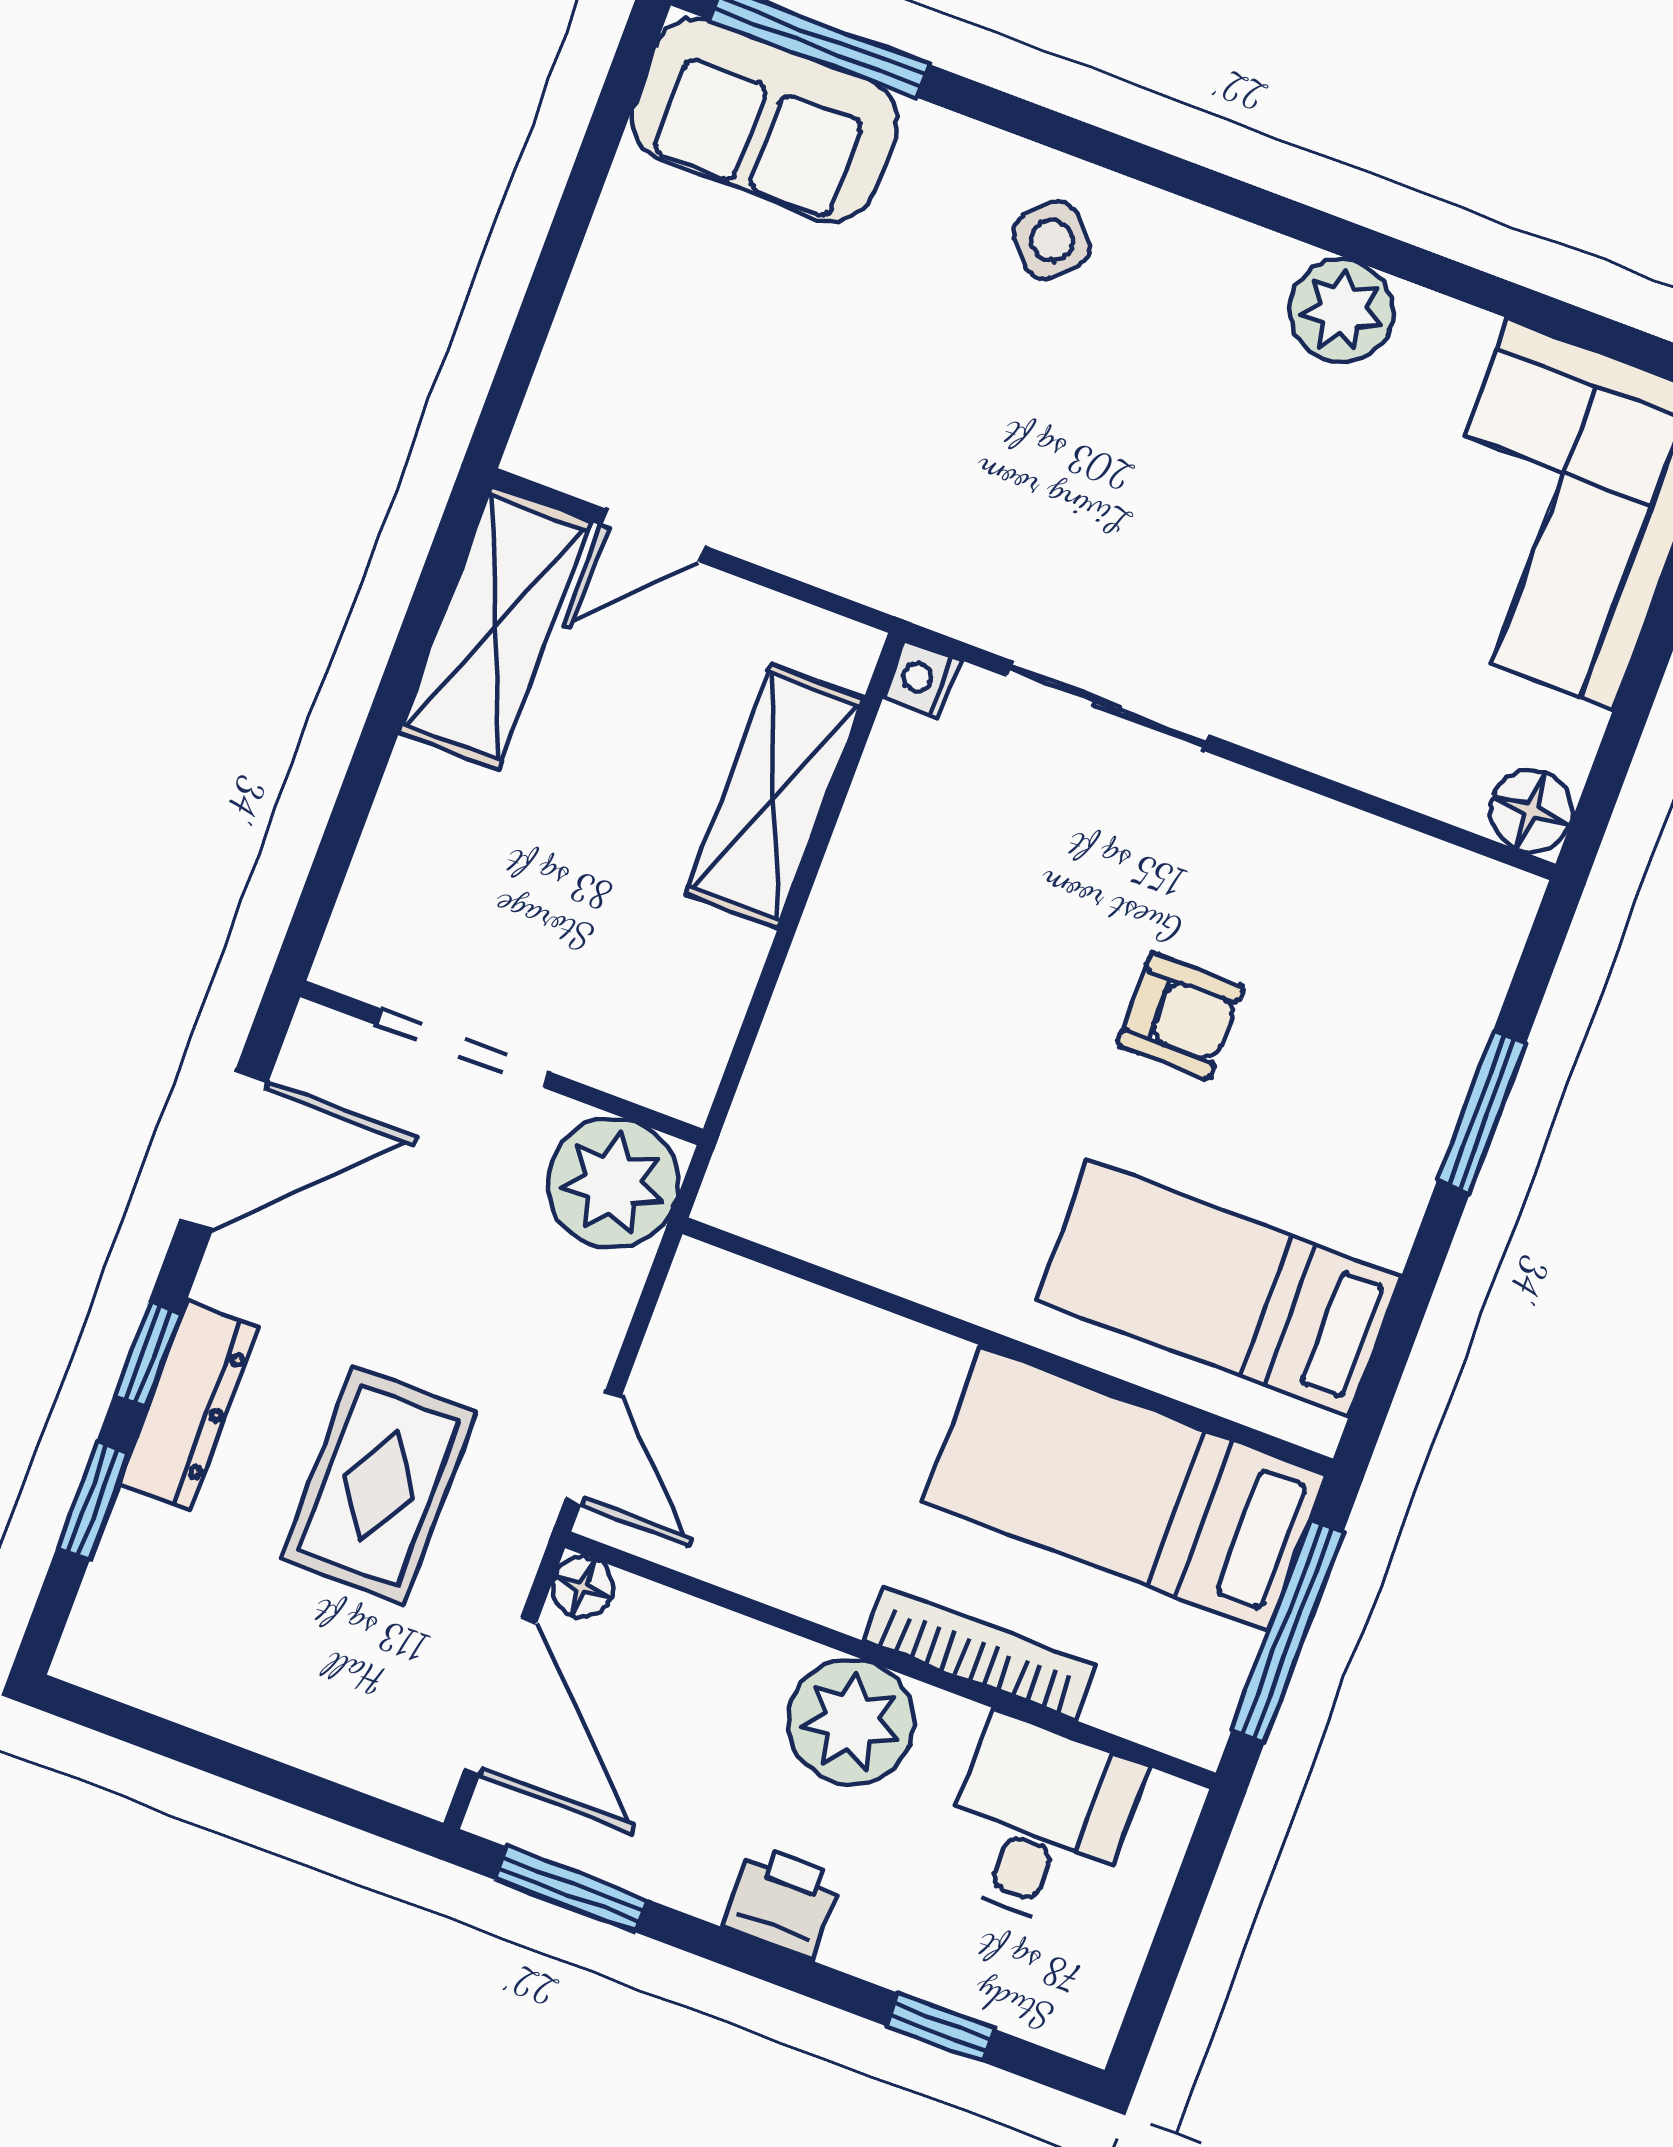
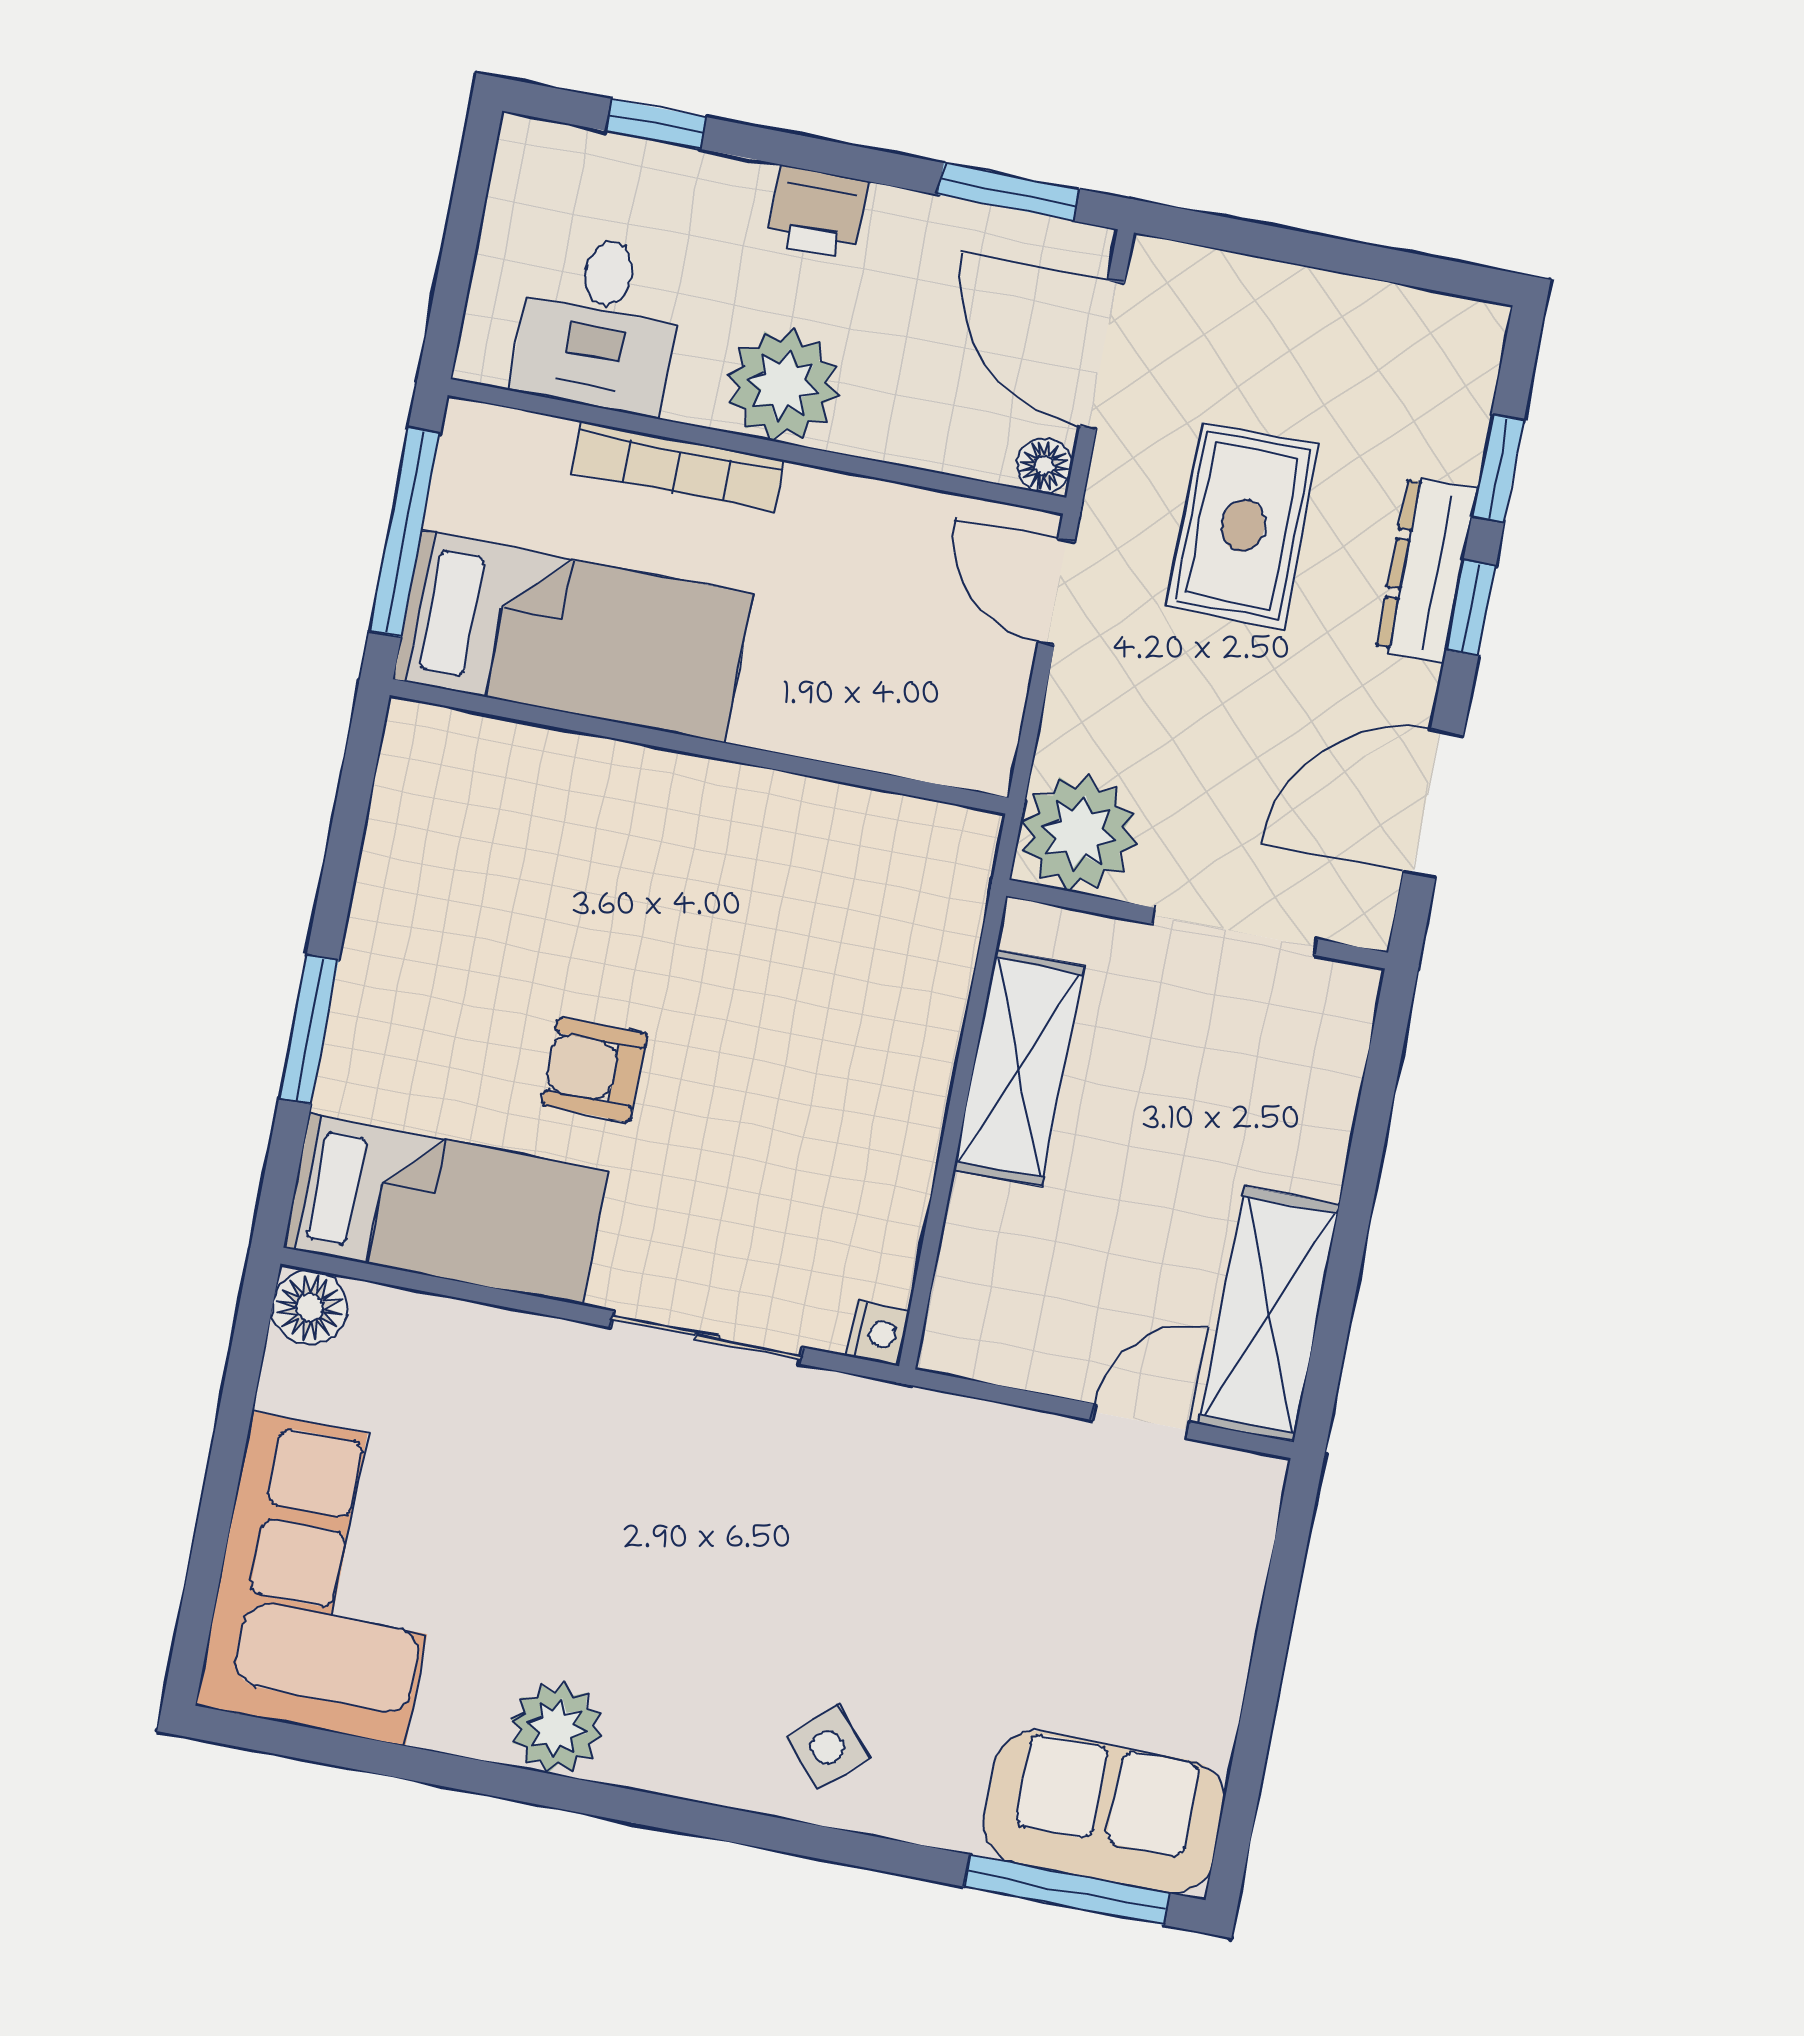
shelving: (775, 796) -> (1019, 1068), moved
bed: (1218, 1288) -> (446, 1209), moved

